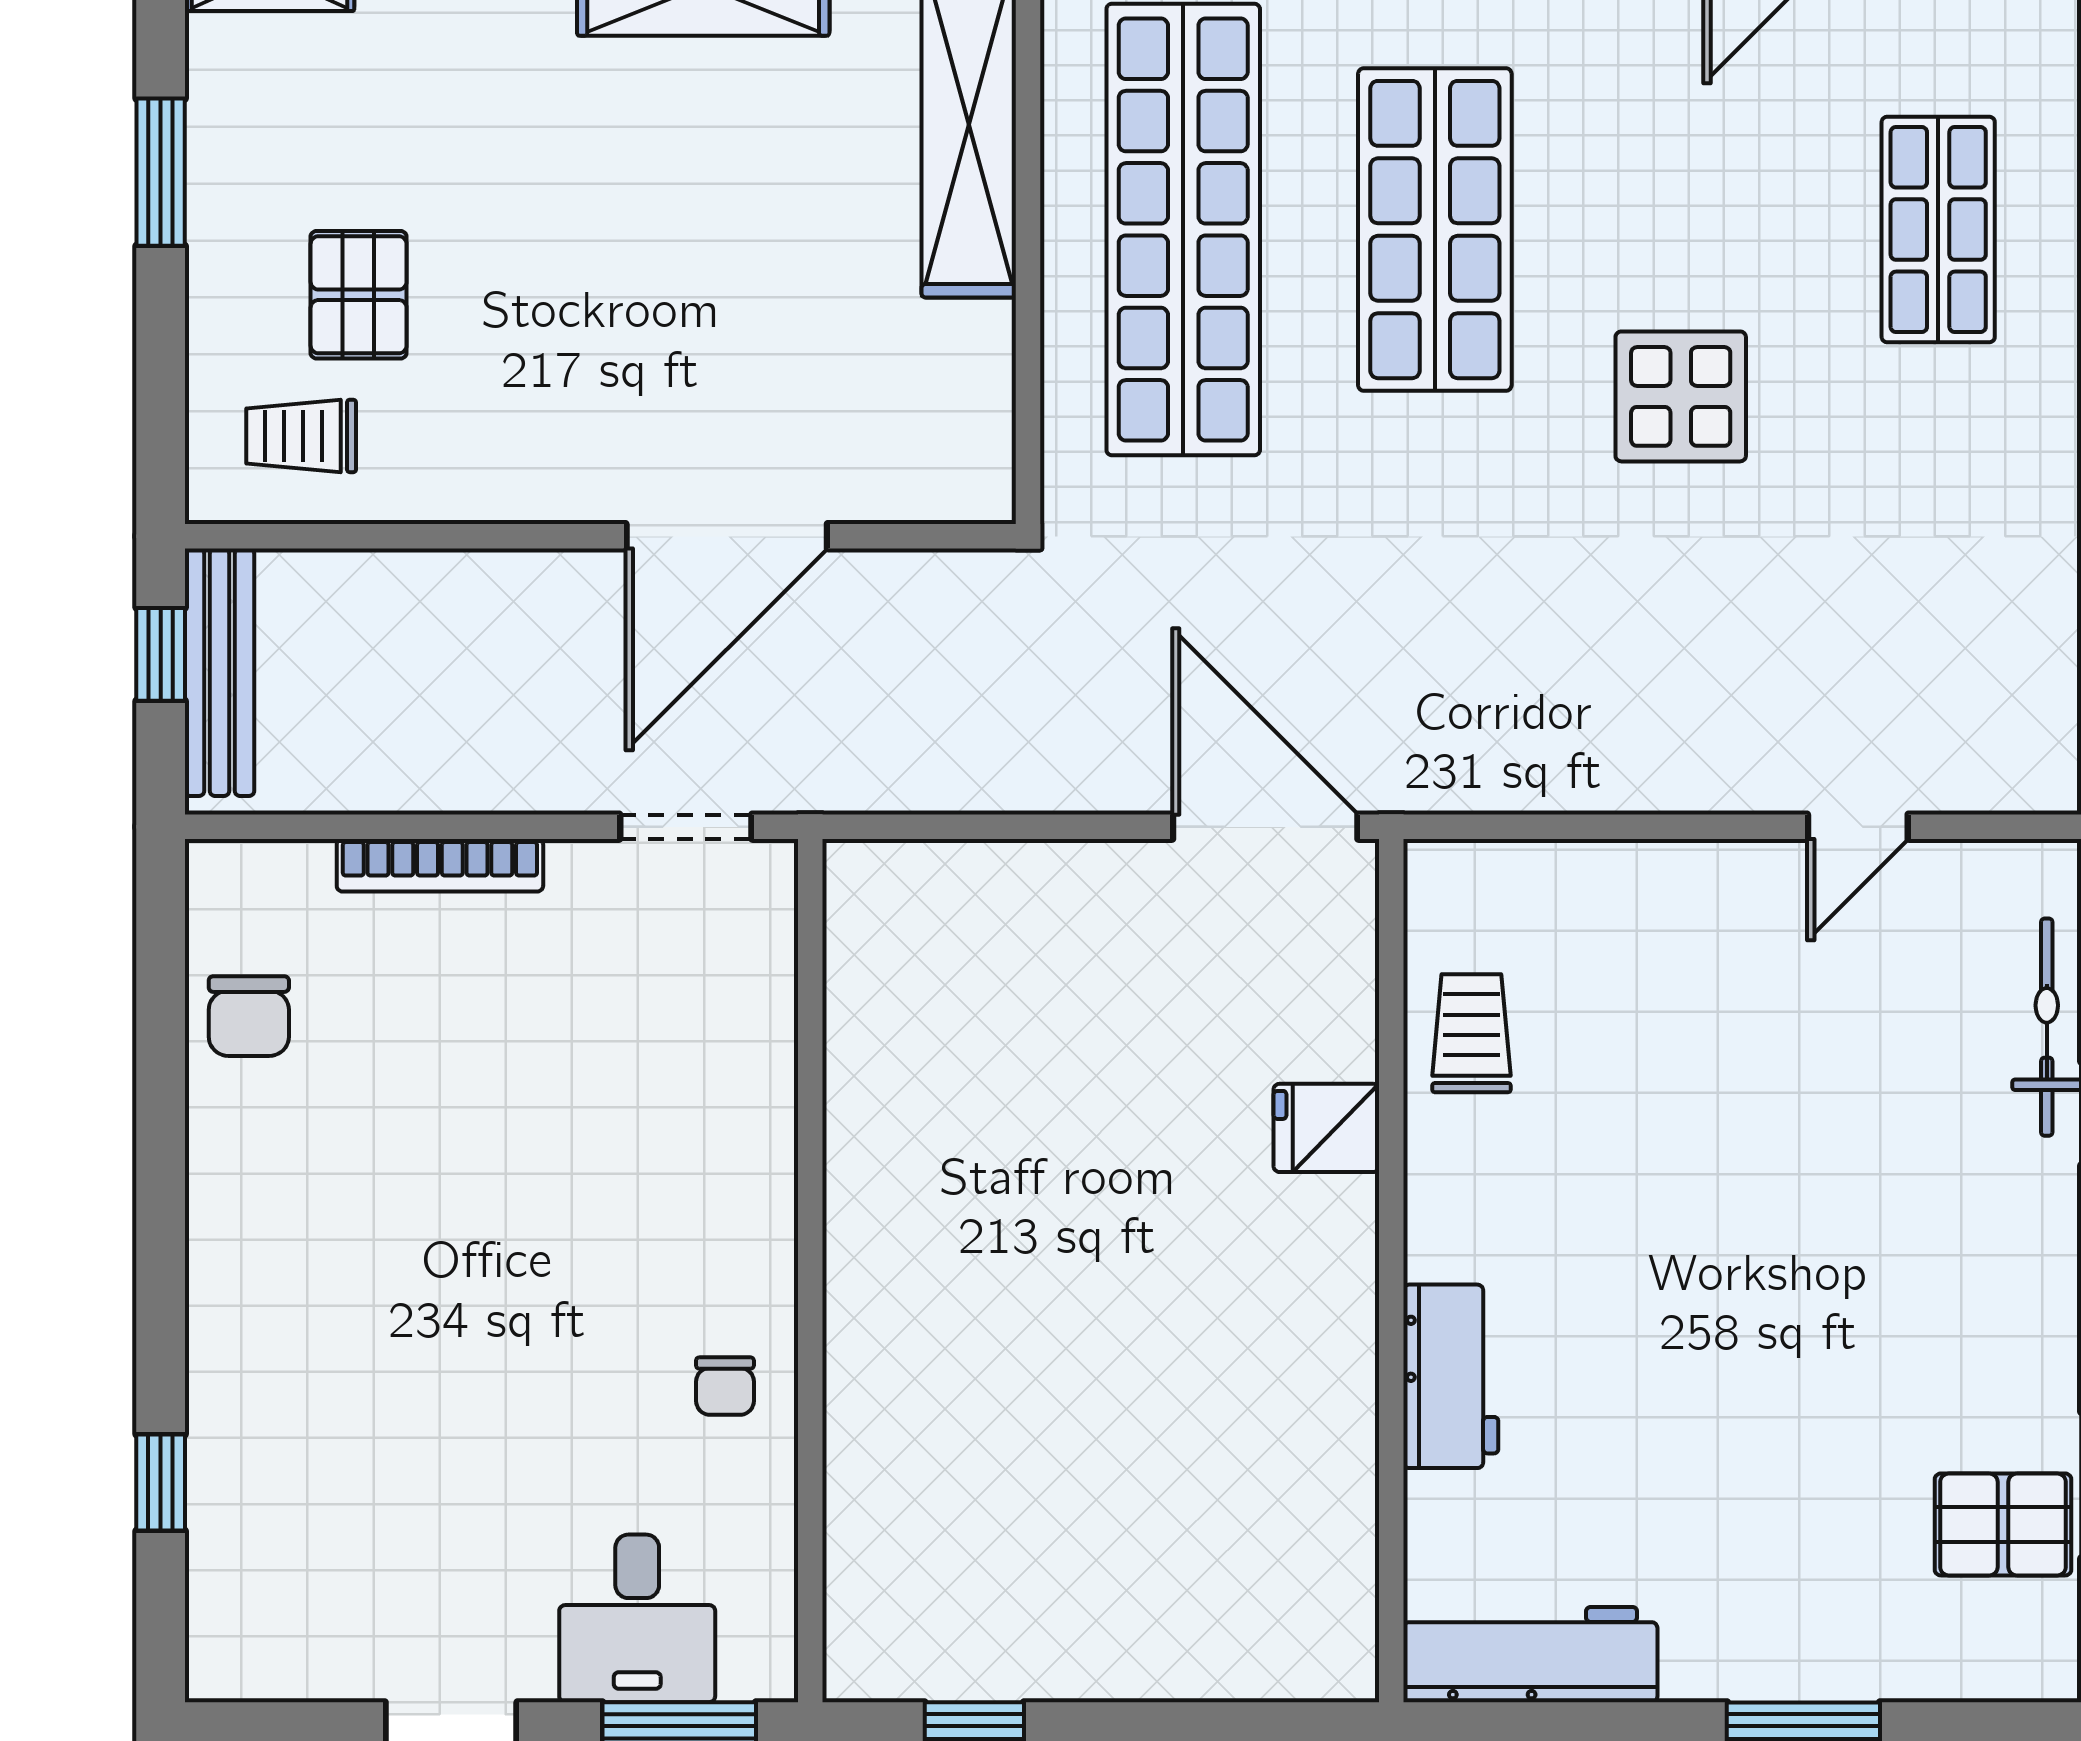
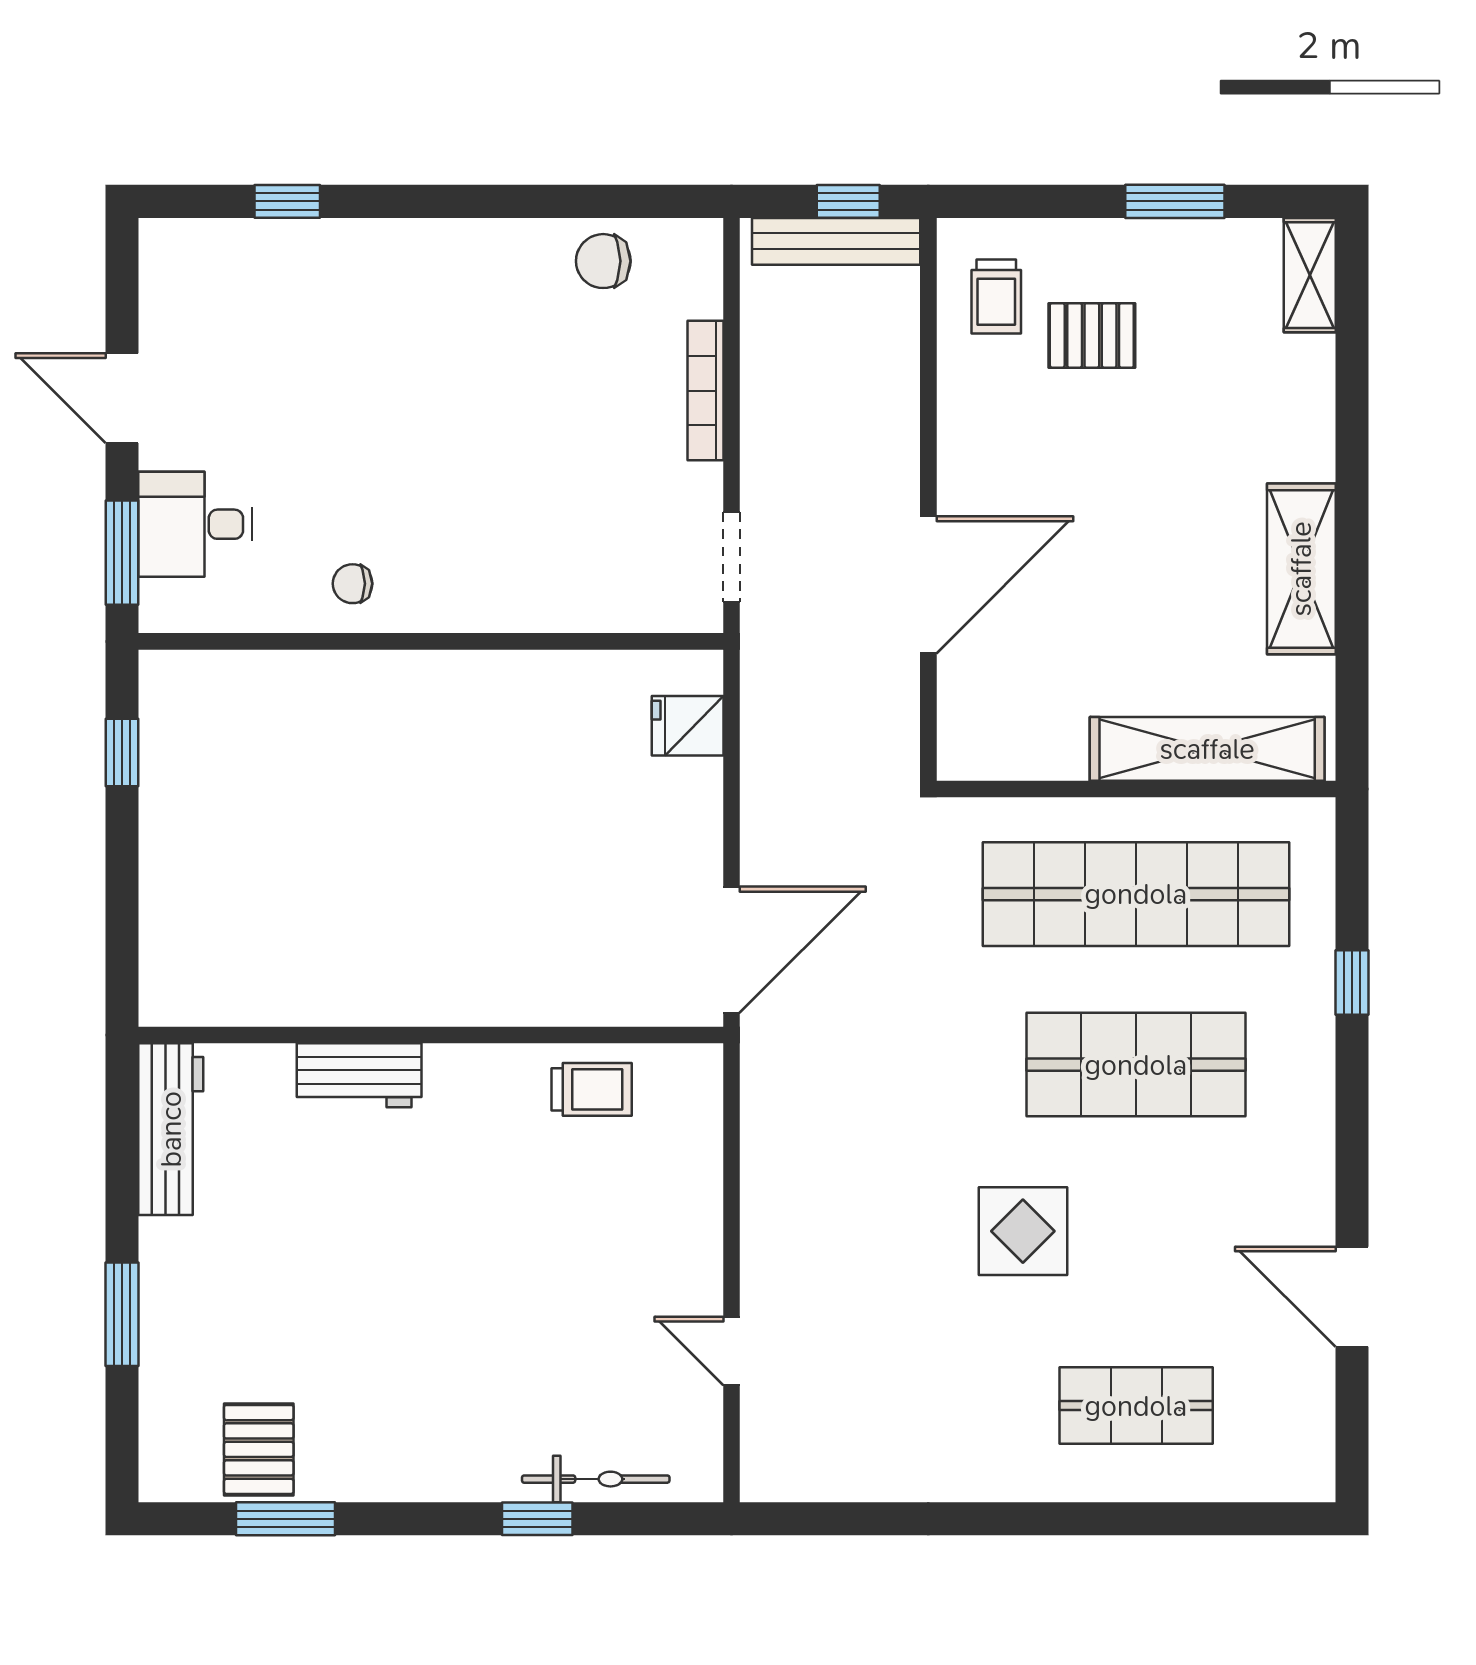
trolley: (301, 436) -> (996, 297), turned 180
door: (727, 536) -> (928, 585), swing flipped
fridge: (1326, 1128) -> (688, 726), moved, turned -90

